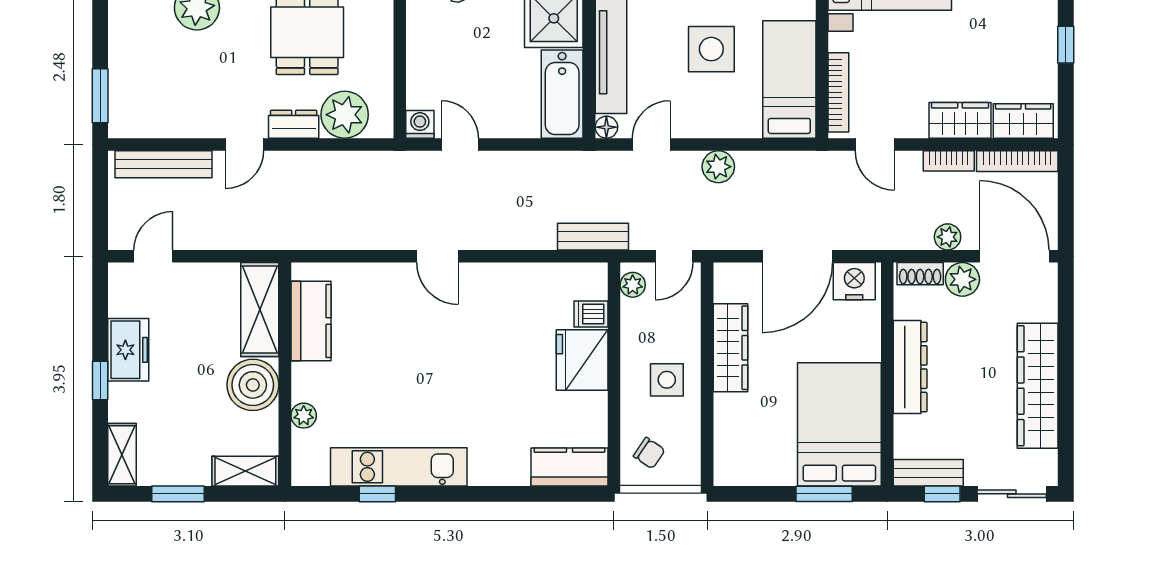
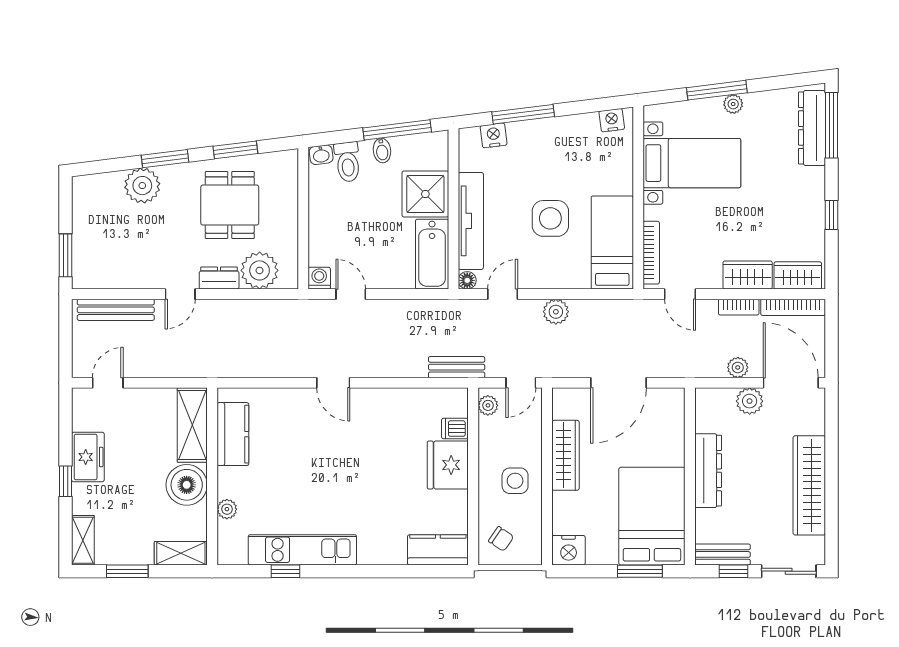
shoe rack: (920, 274) -> (716, 397), removed
nightstand: (854, 281) -> (569, 550), moved, turned 180

